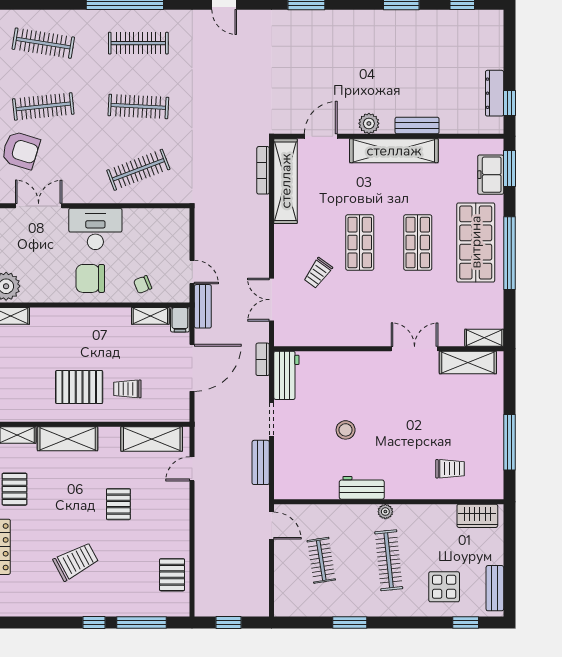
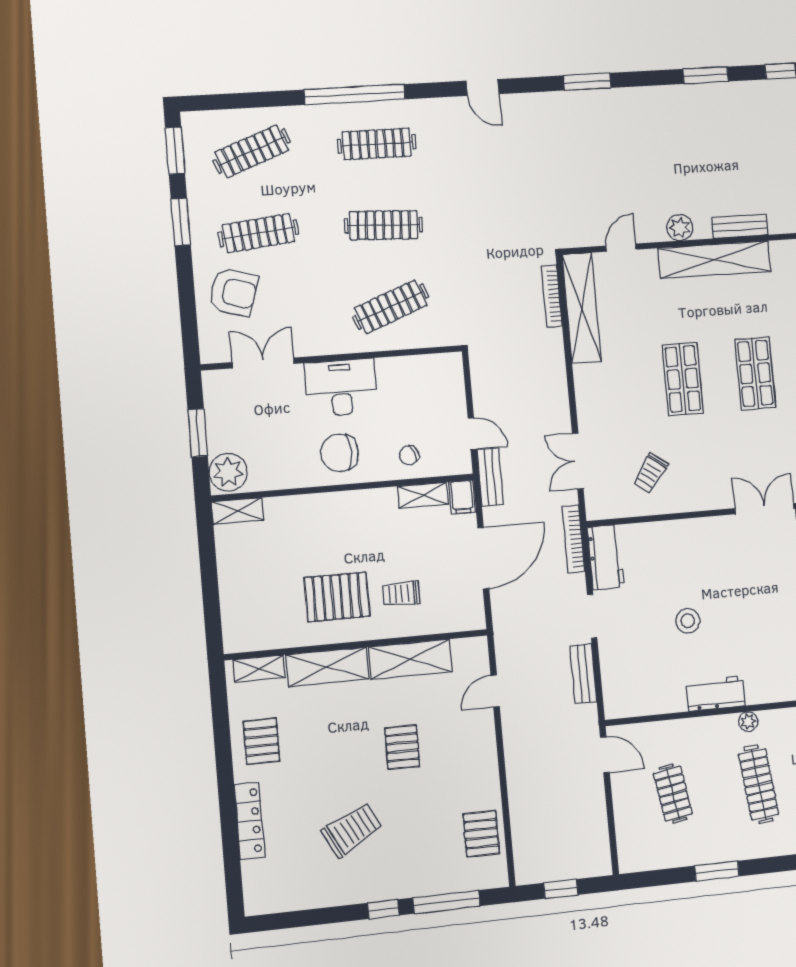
clothes rail: (43, 43) -> (252, 151), turned -30
door: (321, 136) -> (621, 248), width x0.73
trolley: (318, 273) -> (651, 473), moved
bookcase: (263, 359) -> (573, 539), width x1.56
shelving: (152, 439) -> (410, 659), moved

